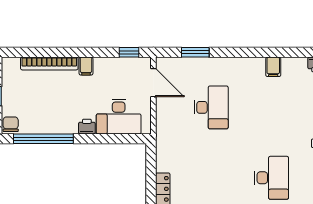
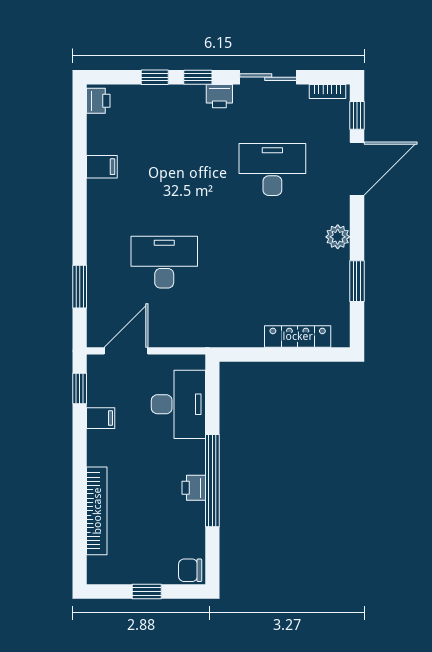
filing cabinet: (86, 66) -> (101, 418), moved
printer: (87, 127) -> (194, 488), moved
window: (43, 139) -> (212, 481), moved

